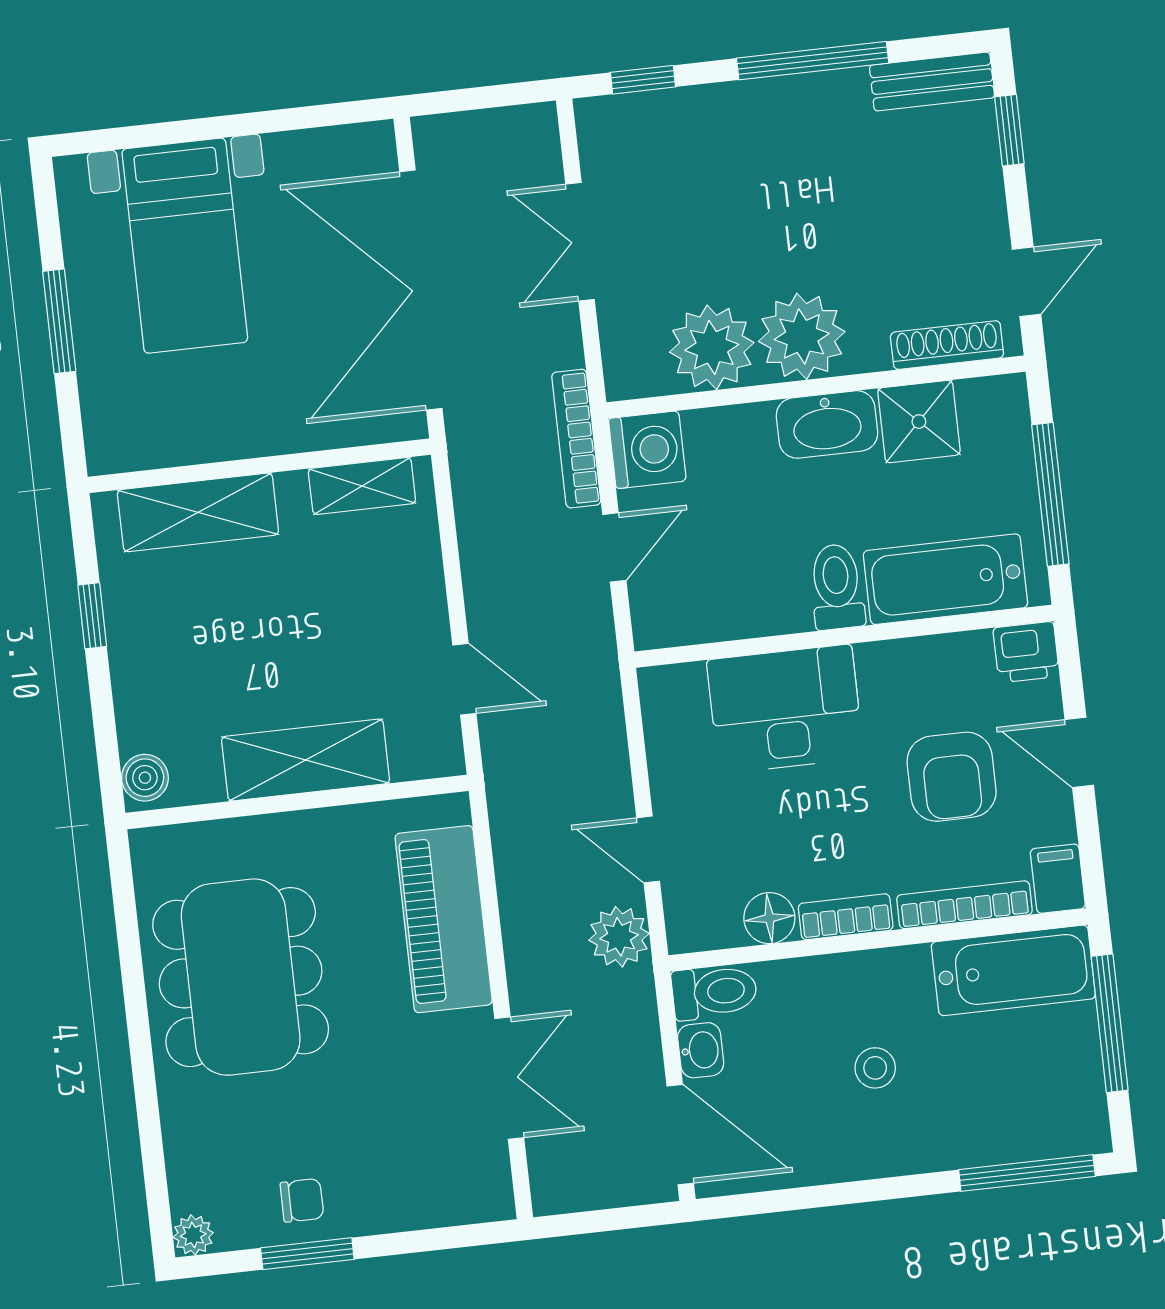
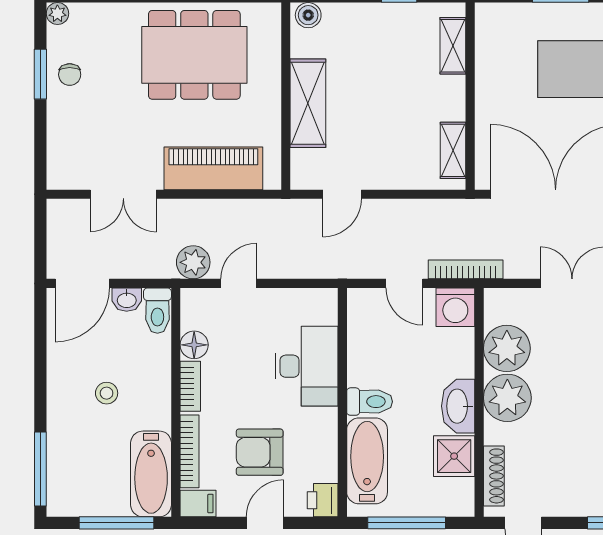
shelving: (198, 512) -> (453, 46), width x0.67, depth x0.75

